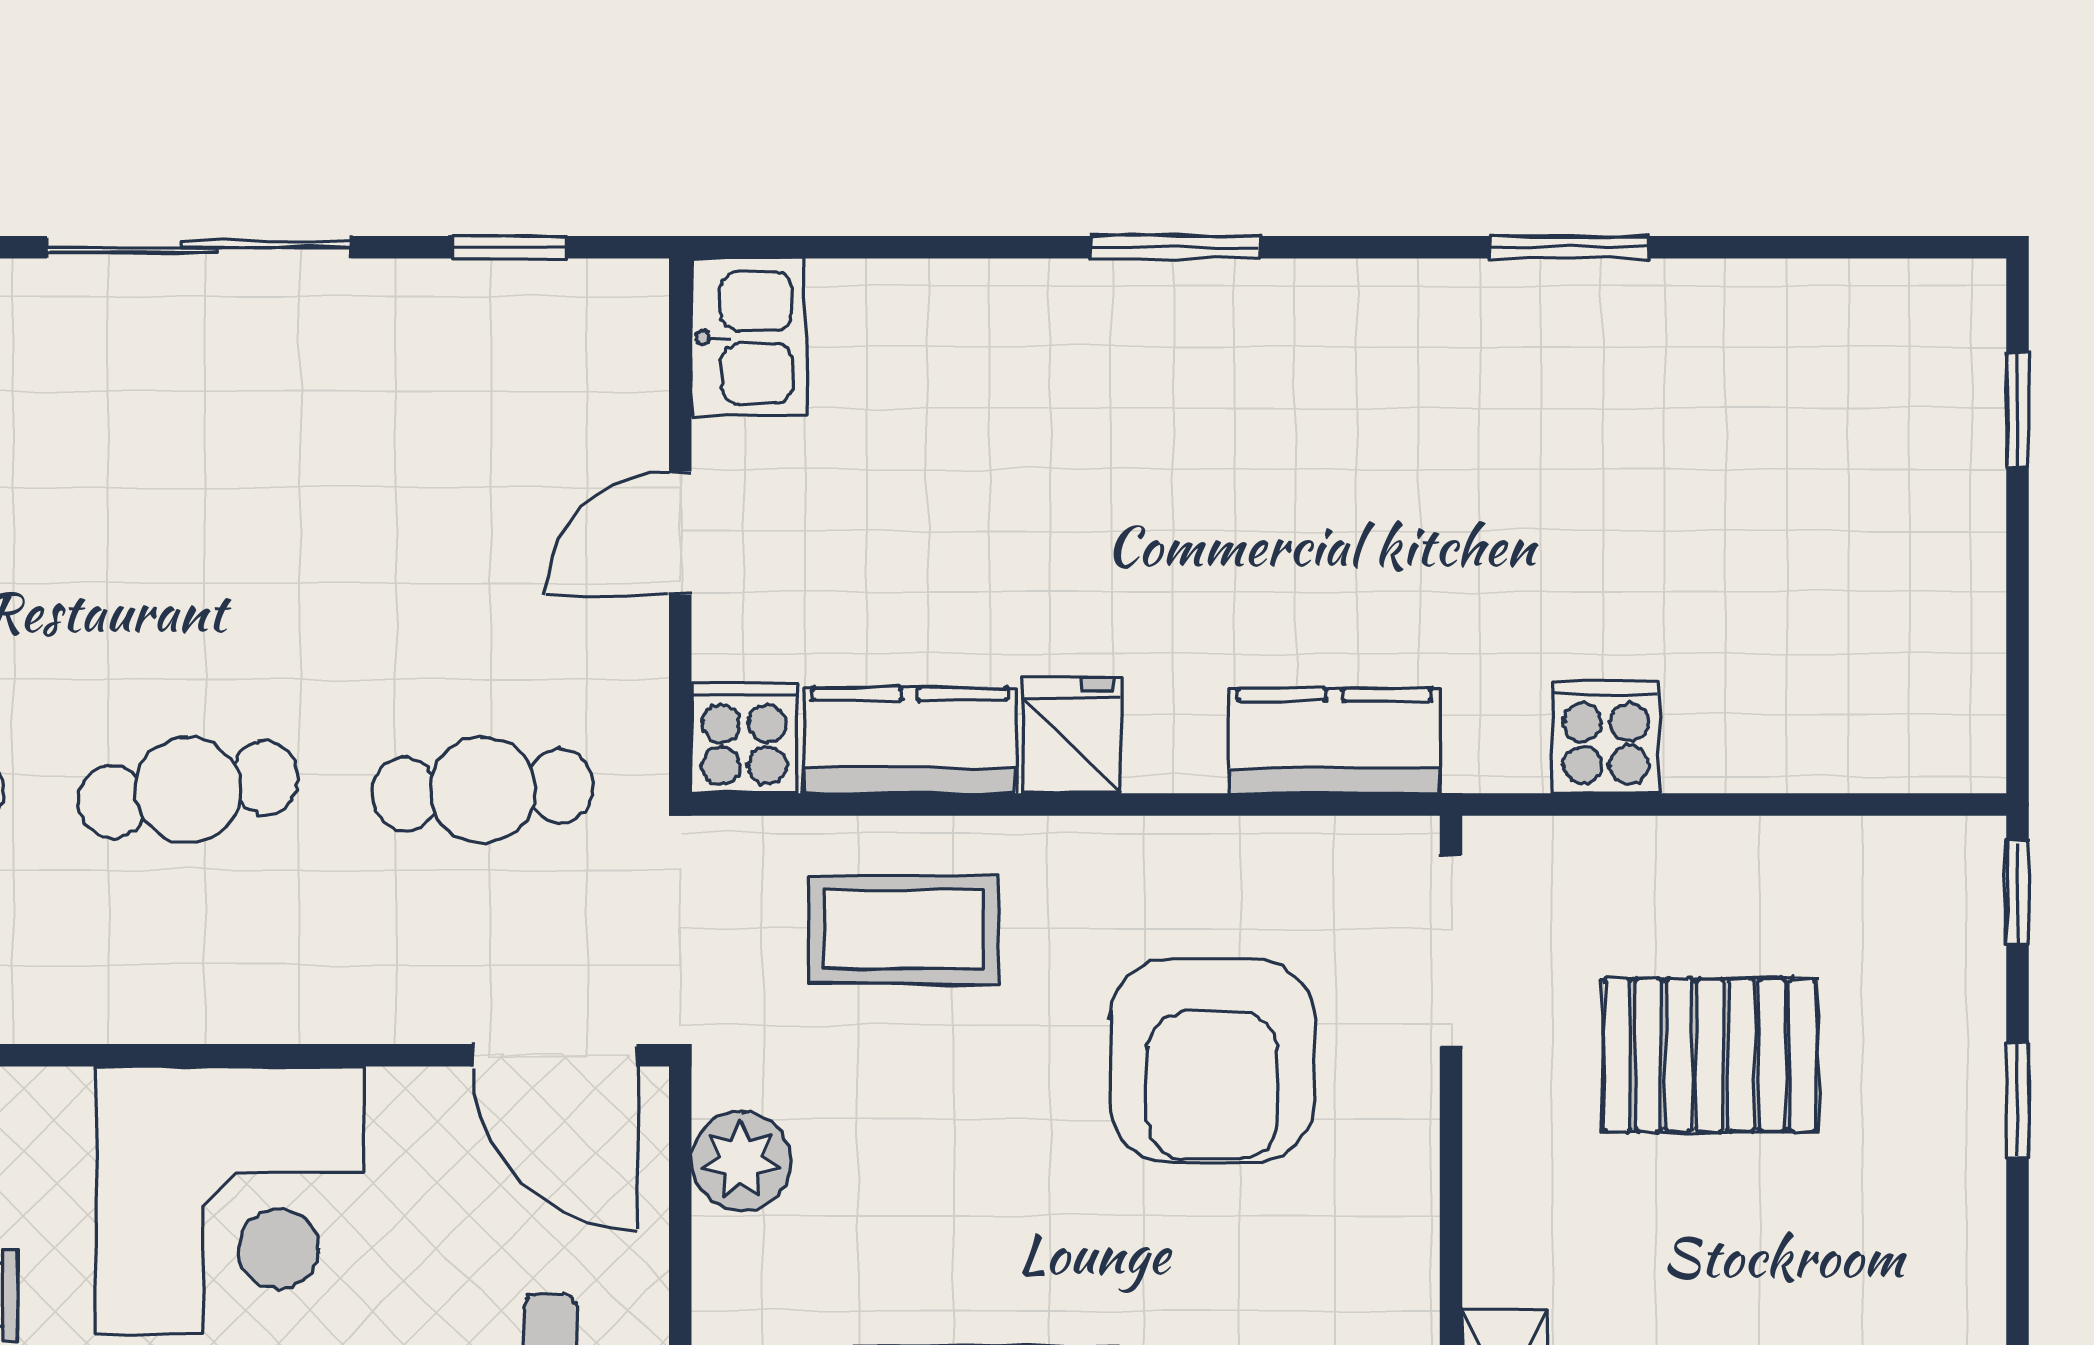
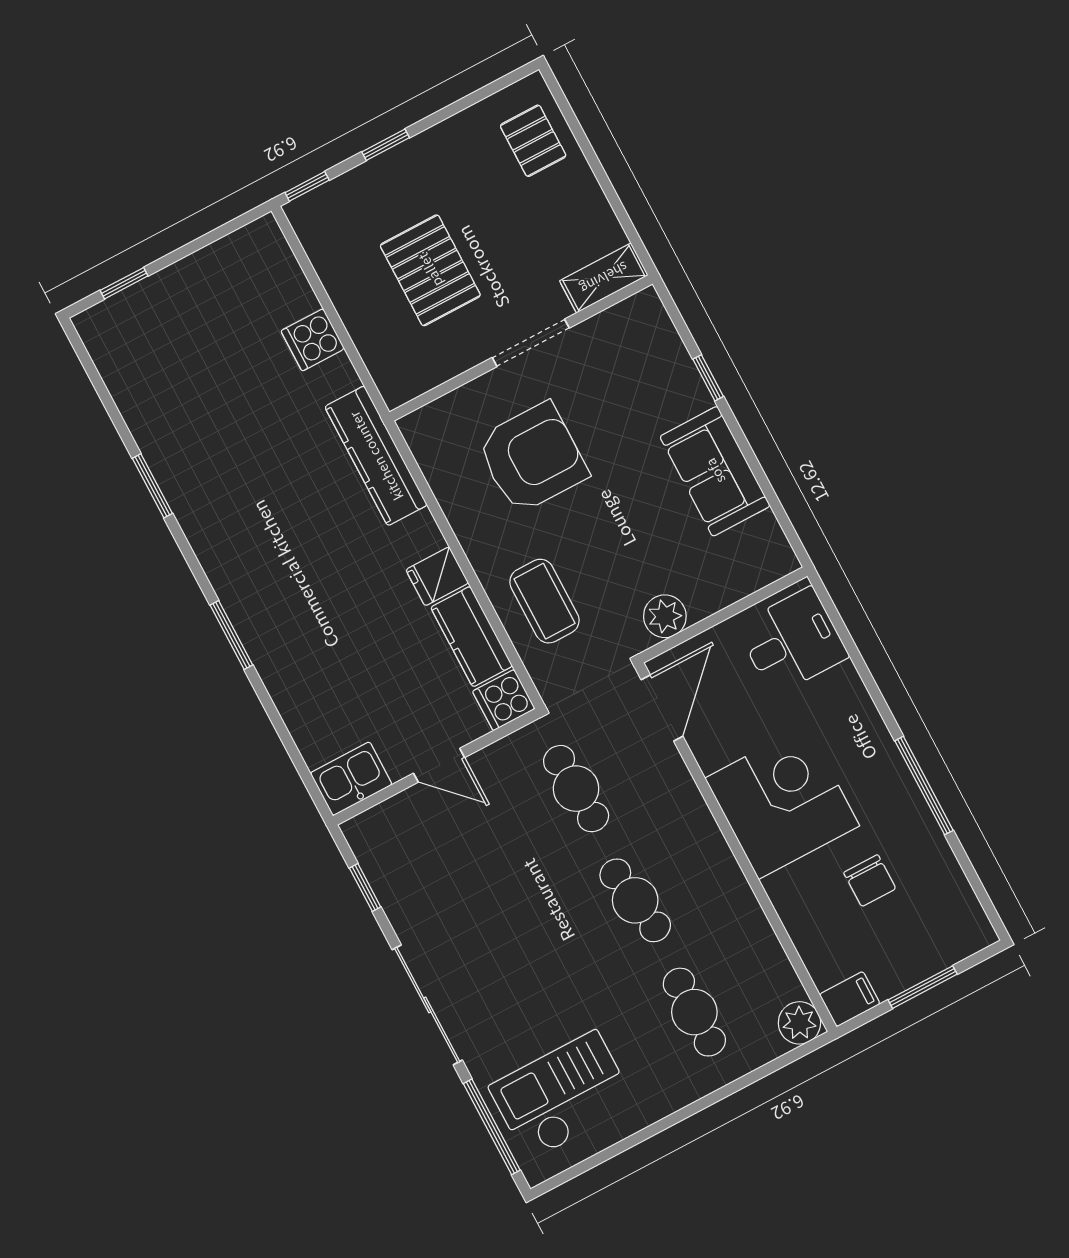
cooker: (1606, 737) -> (313, 340), moved
kitchen counter: (1334, 741) -> (376, 456), width x1.50
doorway: (1451, 951) -> (531, 343), moved

